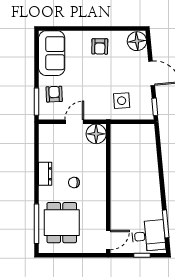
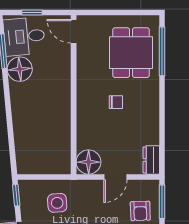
dresser: (45, 174) -> (151, 160), moved
floor lamp: (152, 209) -> (20, 69), added
door: (108, 240) -> (74, 31), hinge flipped

